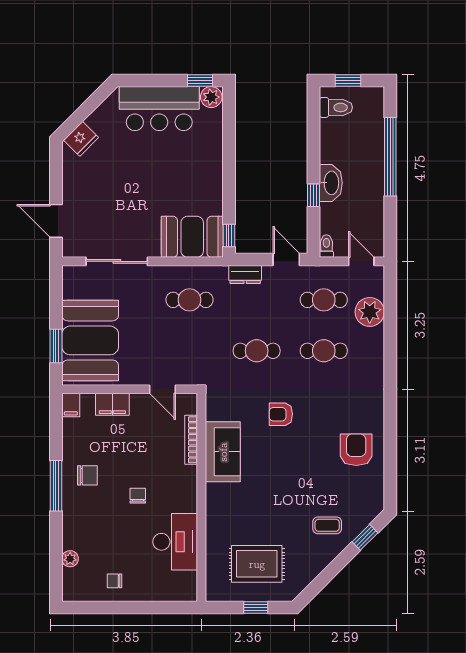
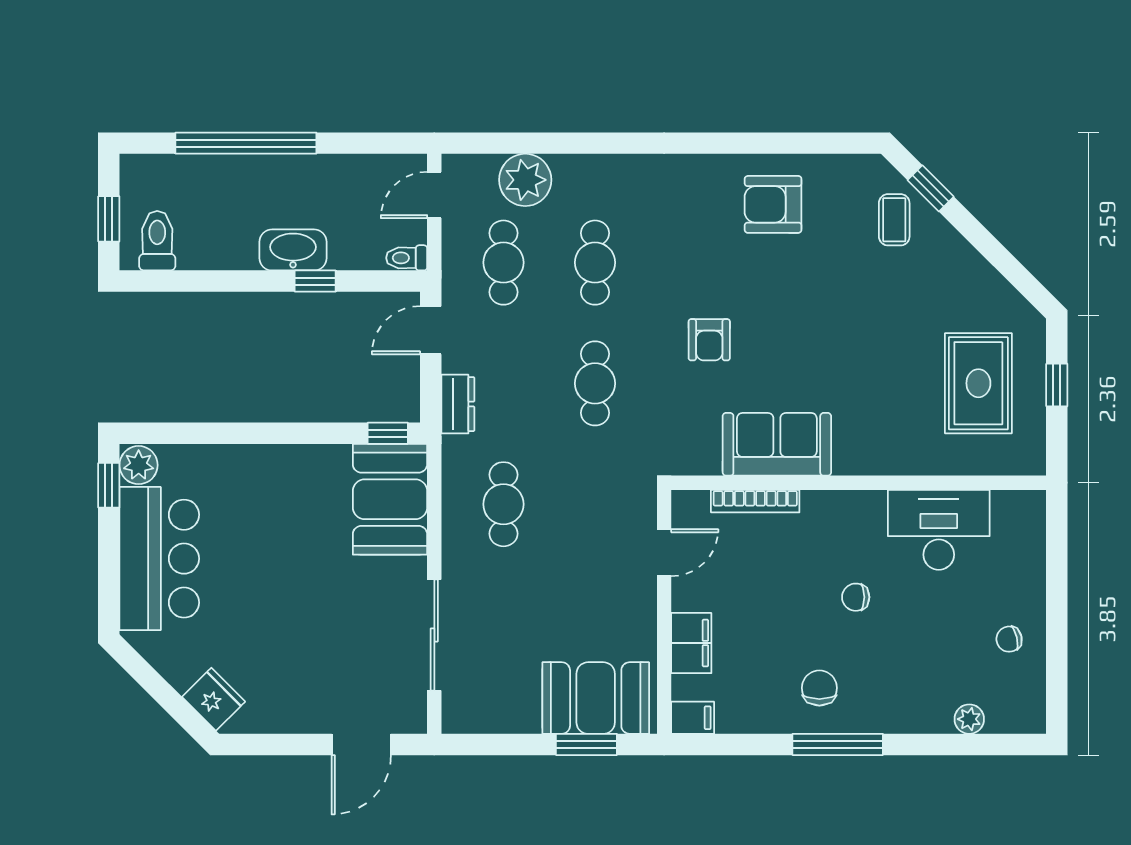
booth: (90, 340) -> (596, 698), width x0.73, depth x0.70
coffee table: (327, 525) -> (894, 220), moved
chair: (114, 581) -> (1009, 639), turned 77

